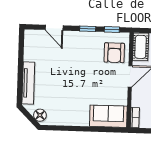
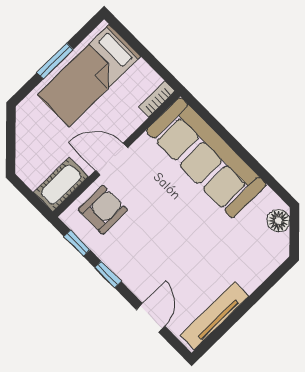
tv unit: (28, 83) -> (215, 316), moved
sofa: (108, 116) -> (206, 158), width x1.85, depth x1.27

